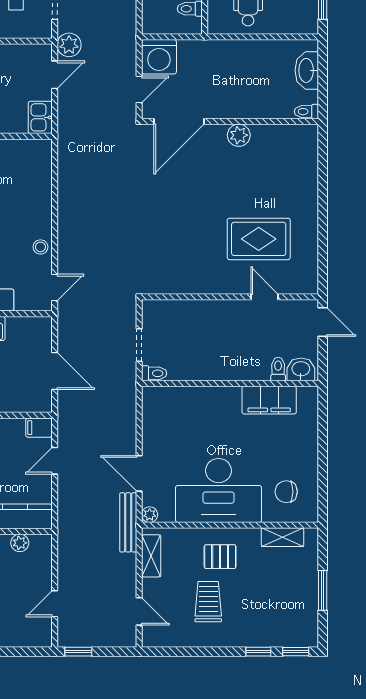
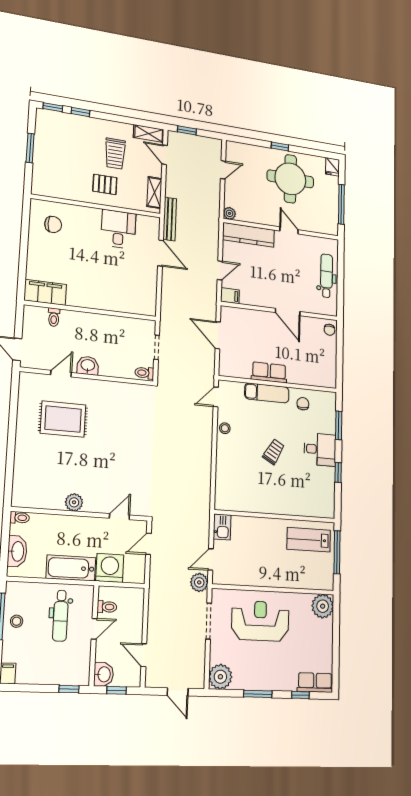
bathtub: (238, 54) -> (71, 568), added
washing machine: (159, 57) -> (110, 568), moved
door: (179, 121) -> (119, 517), width x0.53
door: (264, 297) -> (61, 374), swing flipped
washbasin: (301, 369) -> (88, 366), moved, turned 180
toilet: (154, 373) -> (144, 373), moved
filing cabinet: (269, 400) -> (45, 292), moved
desk: (218, 491) -> (118, 229), width x0.53, depth x0.77
plant: (150, 515) -> (154, 222), removed
shelving: (282, 537) -> (149, 134), moved
plant: (20, 543) -> (229, 213), moved
window: (78, 652) -> (187, 130), moved

